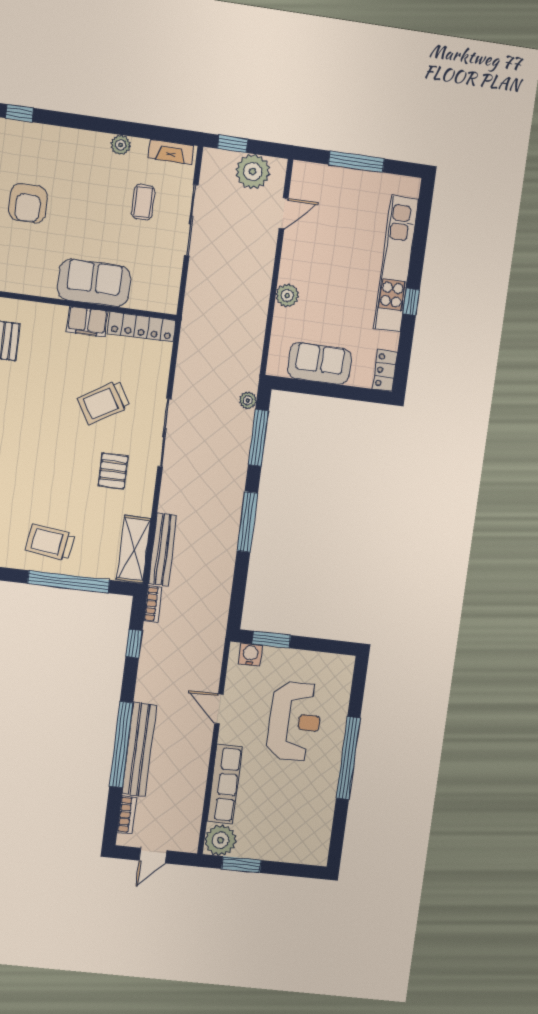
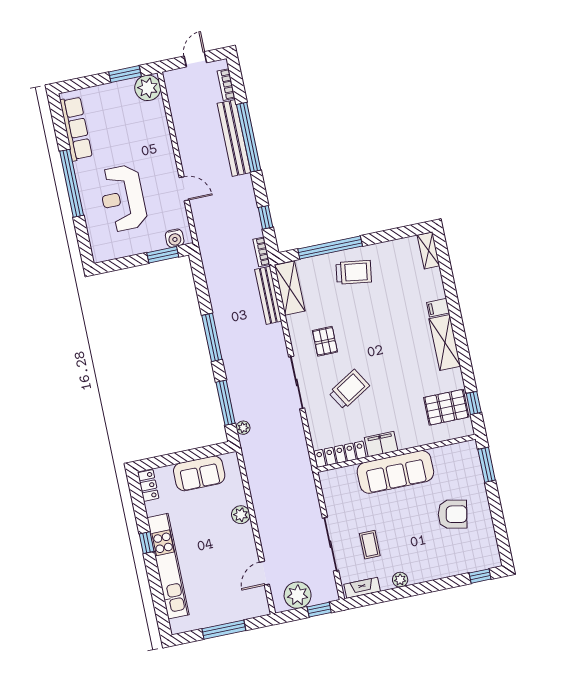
armchair: (28, 203) -> (453, 514), turned 101
sofa: (94, 283) -> (395, 472), width x1.36
row of seats: (225, 784) -> (76, 129), moved, turned 180

